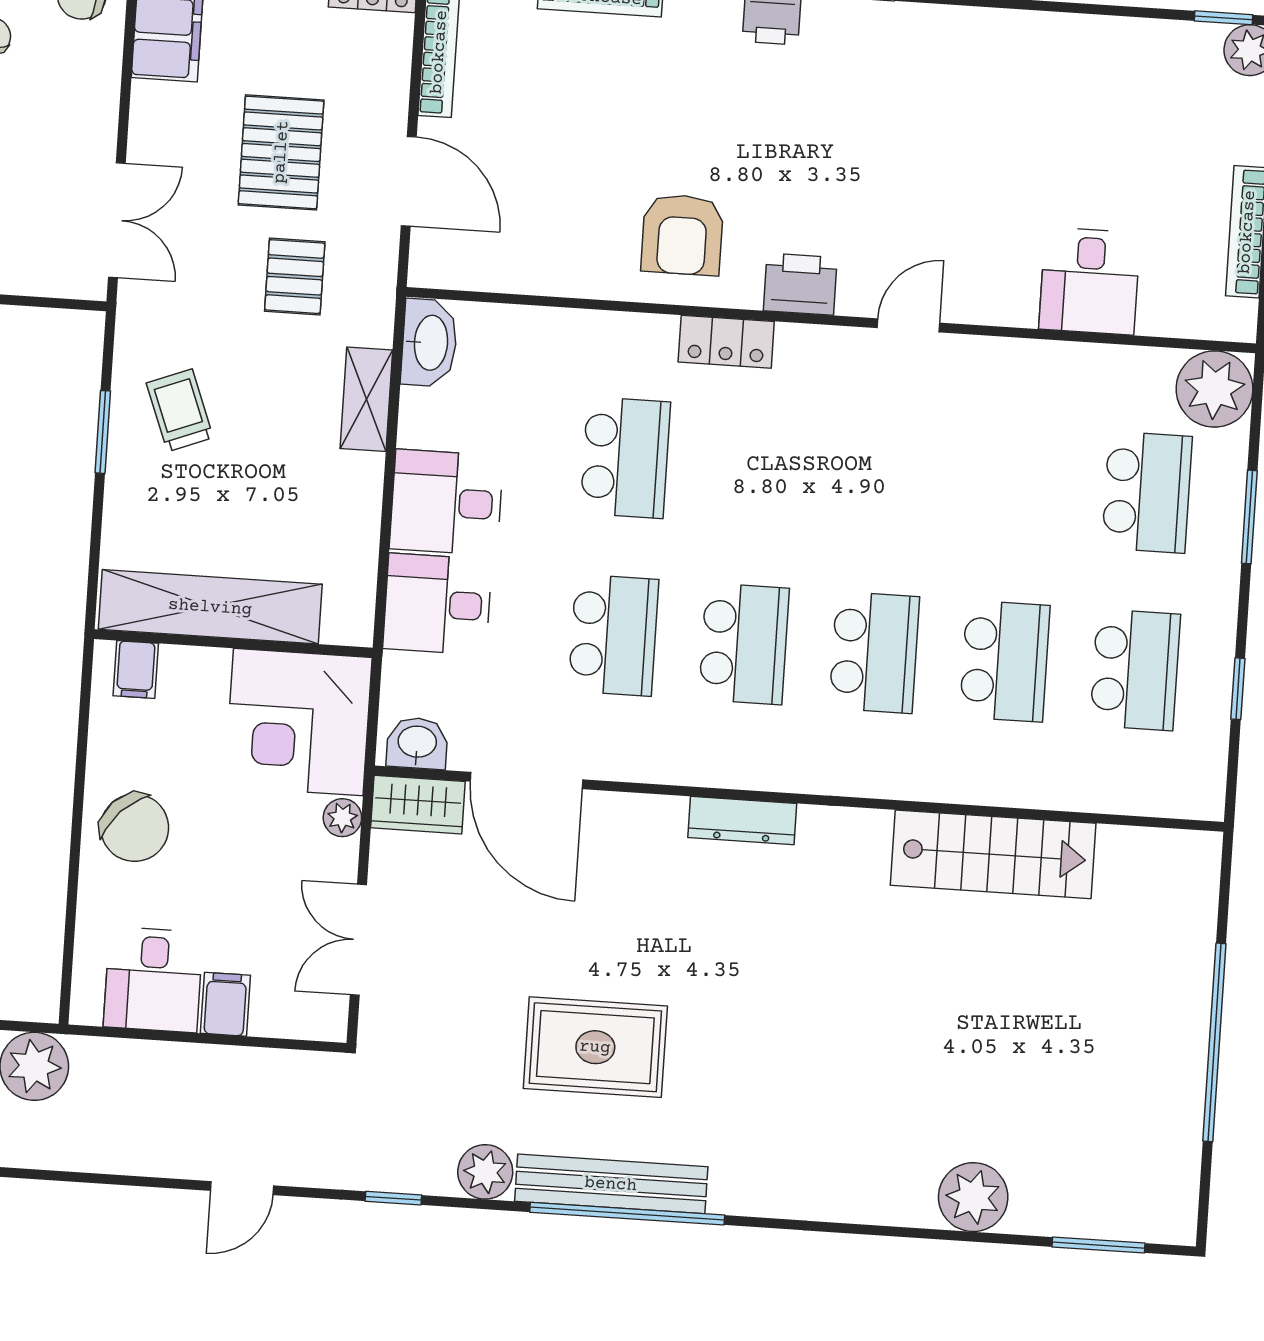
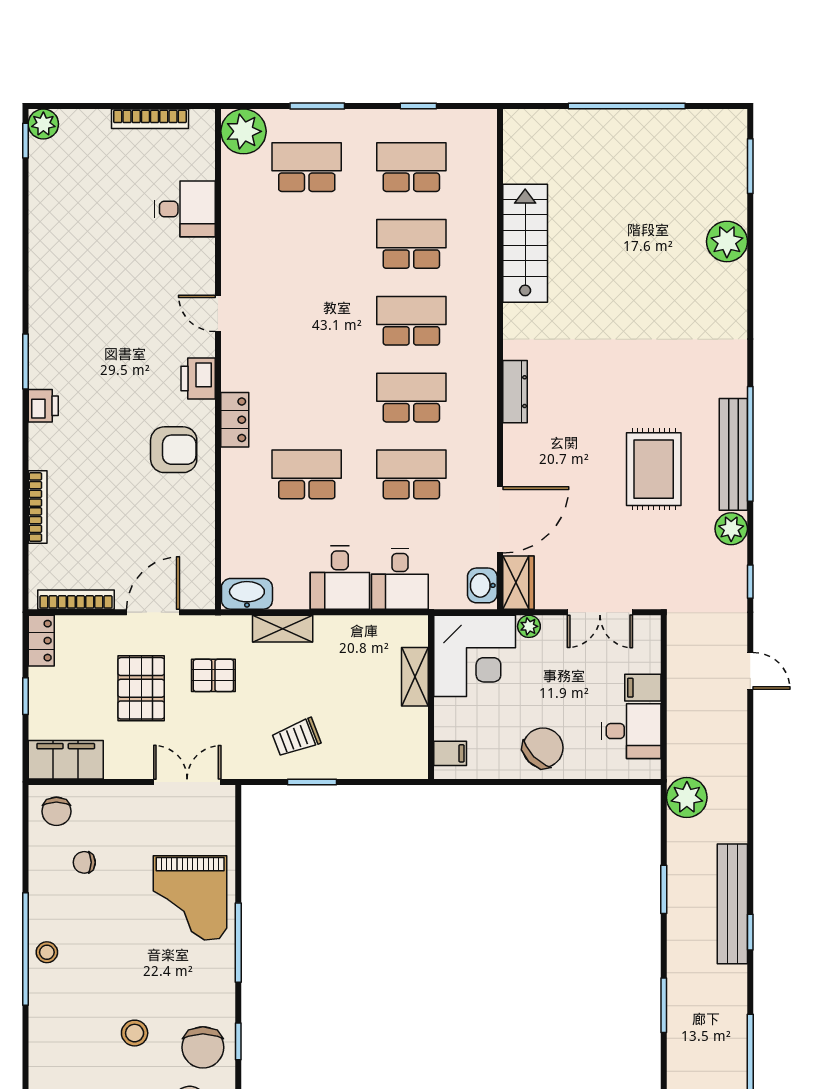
pallet: (281, 152) -> (141, 688), turned 90
shelving: (210, 607) -> (415, 677), width x0.45, depth x0.75

